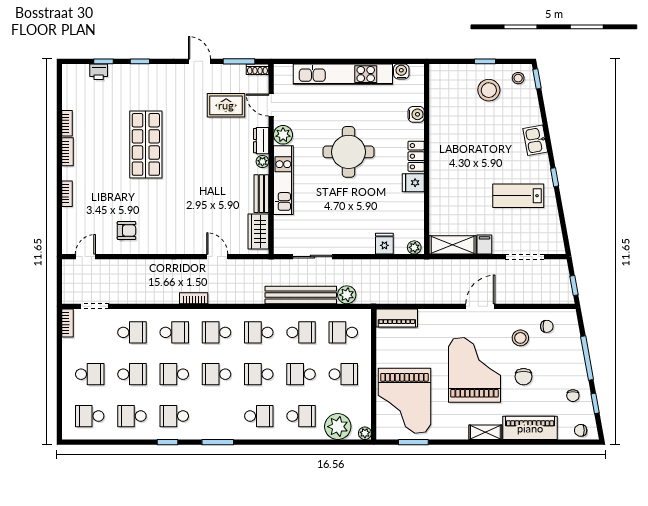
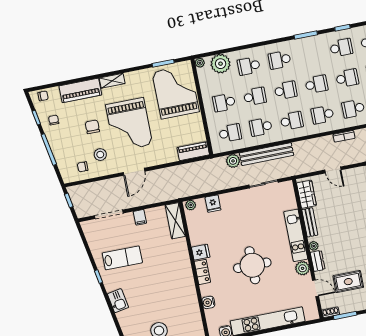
shelving: (453, 245) -> (175, 221), moved, turned 90
school desk: (217, 332) -> (322, 115), turned 180

